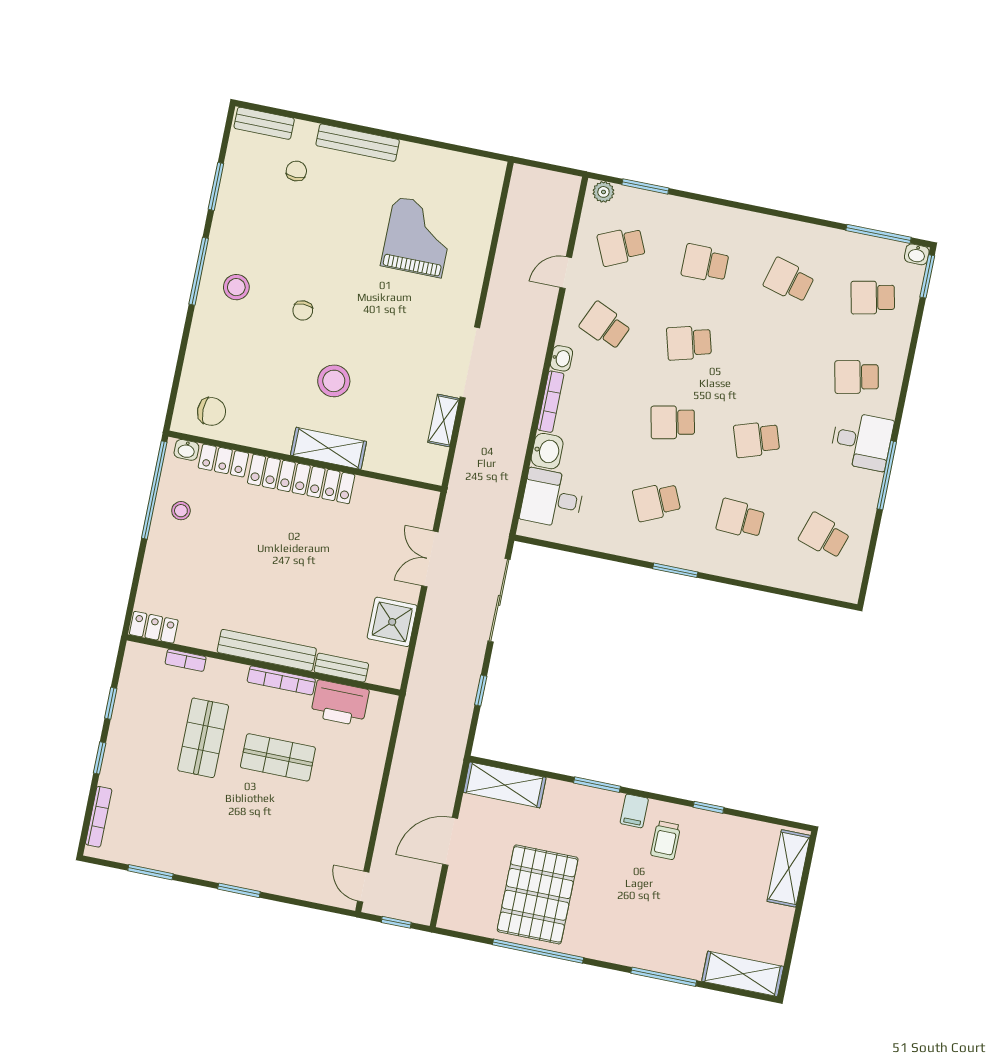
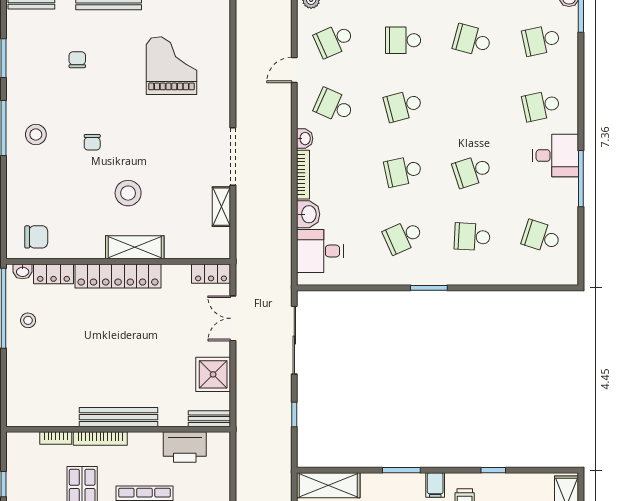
chair: (296, 171) -> (77, 60), moved
locker: (154, 627) -> (211, 274), moved, turned 180
bench: (341, 668) -> (209, 419), moved
bookcase: (281, 680) -> (100, 439), moved

